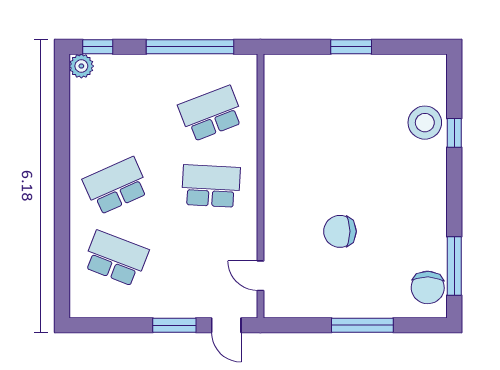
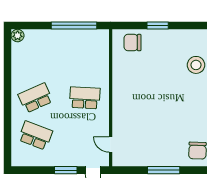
window: (98, 47) -> (26, 25), removed
school desk: (211, 114) -> (85, 60), removed
chair: (340, 231) -> (132, 43), moved

